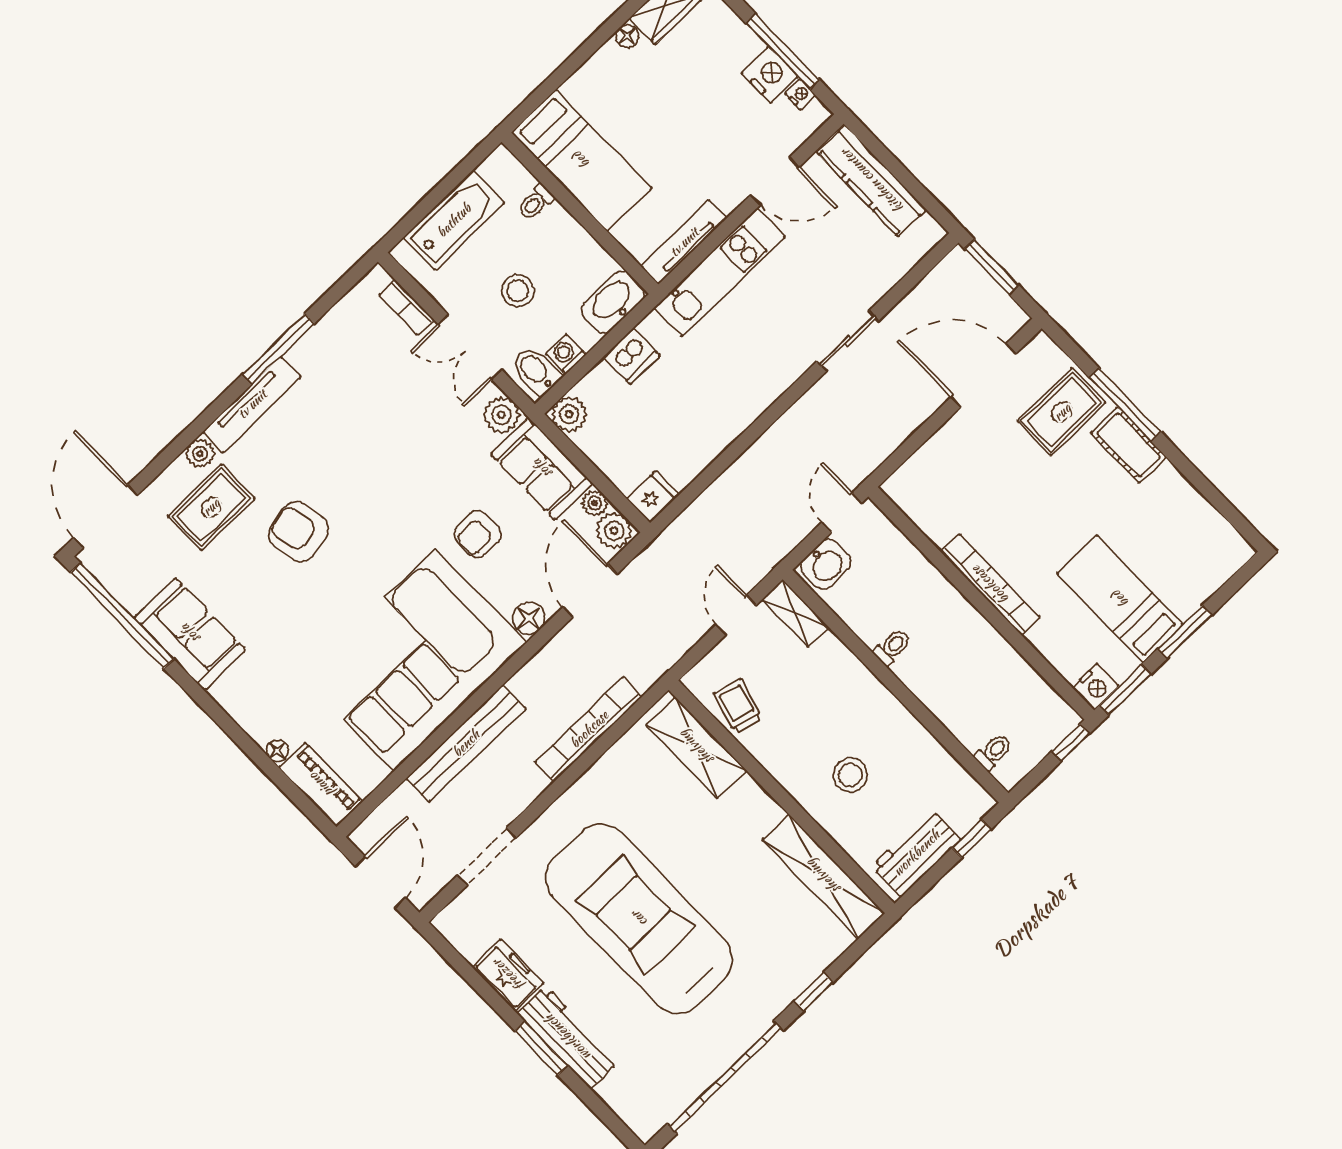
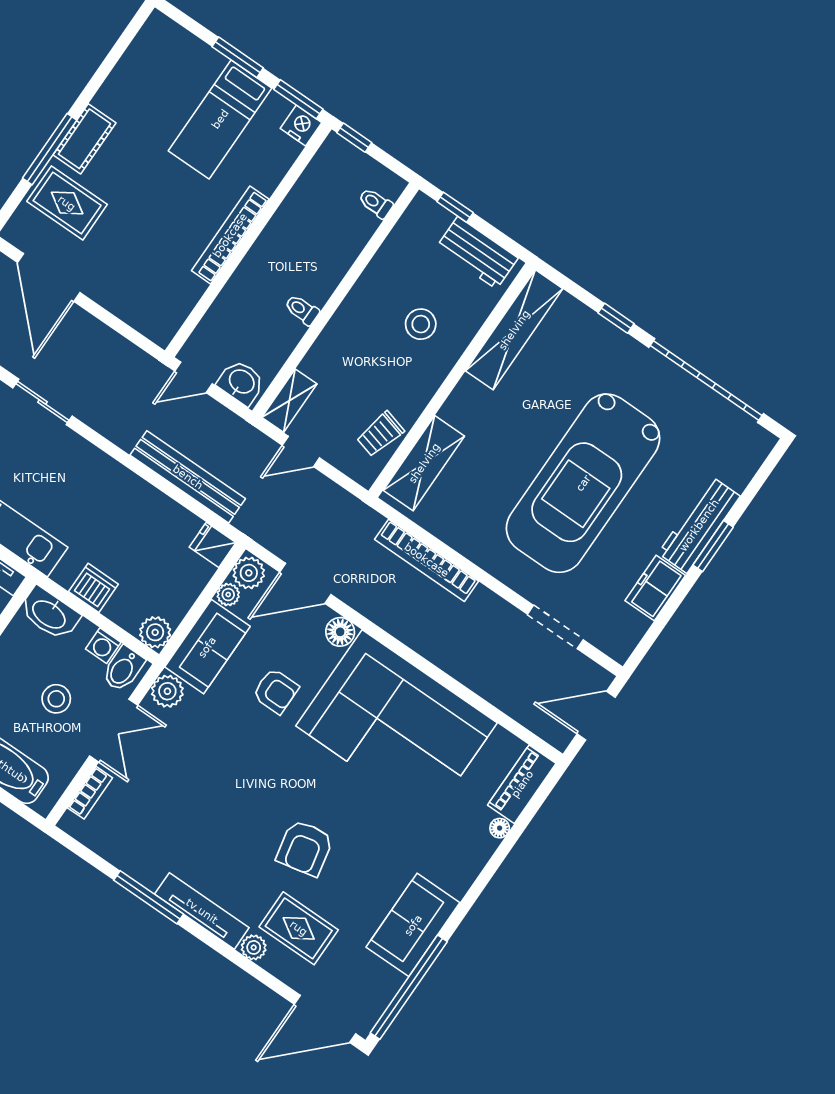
bench: (466, 743) -> (188, 477), moved

